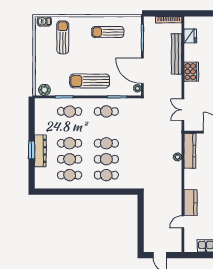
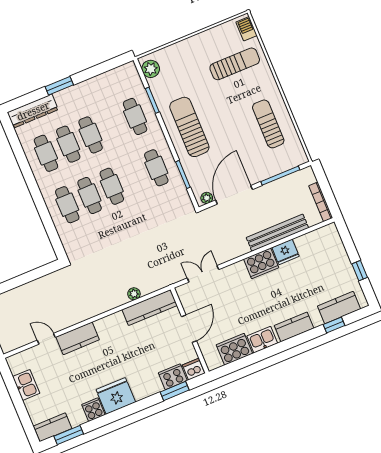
fridge: (190, 36) -> (285, 252), moved
dresser: (40, 151) -> (33, 111), moved

